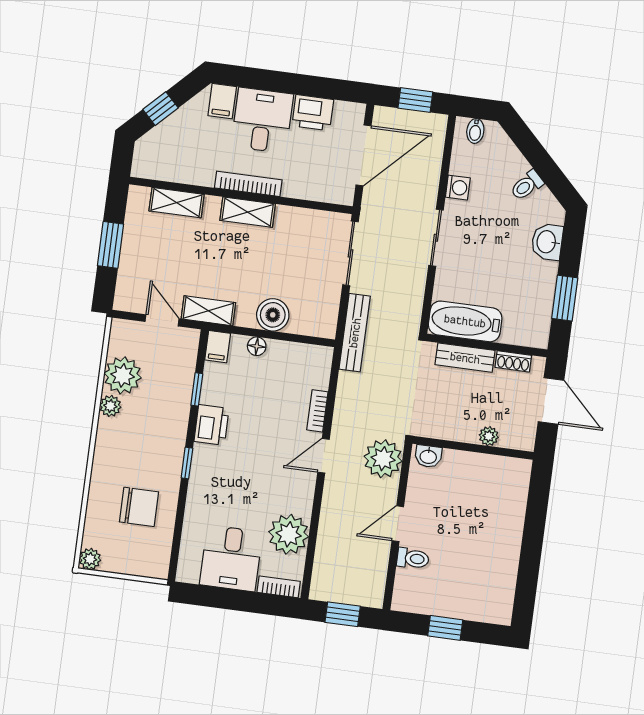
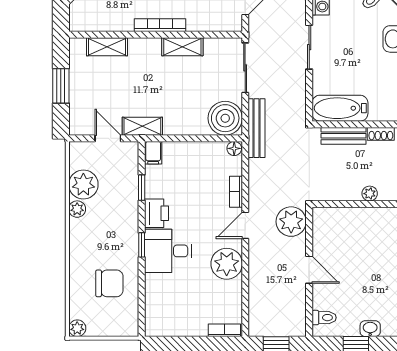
shelving: (248, 212) -> (182, 47), moved
boiler: (273, 315) -> (225, 118), moved, width x1.37, depth x1.37
floor lamp: (257, 346) -> (234, 148), moved
washbasin: (428, 456) -> (370, 329), moved, turned 180
door: (398, 524) -> (309, 270), swing flipped
plant: (289, 534) -> (227, 264), moved
desk: (231, 558) -> (168, 251), moved, turned 90
toilet: (413, 558) -> (324, 318), moved

